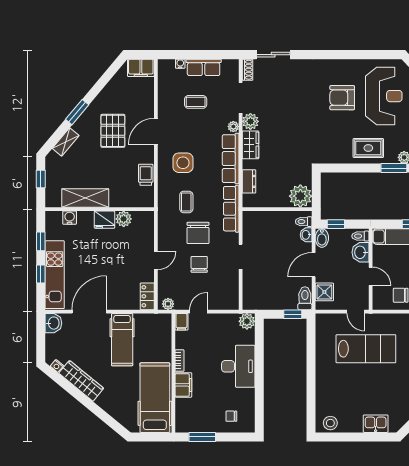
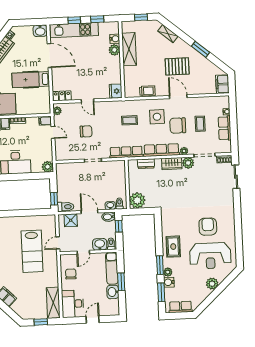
window: (77, 112) -> (200, 49), moved
plant: (124, 219) -> (114, 50), moved
fridge: (104, 220) -> (116, 91), moved
chair: (198, 233) -> (178, 126), moved

